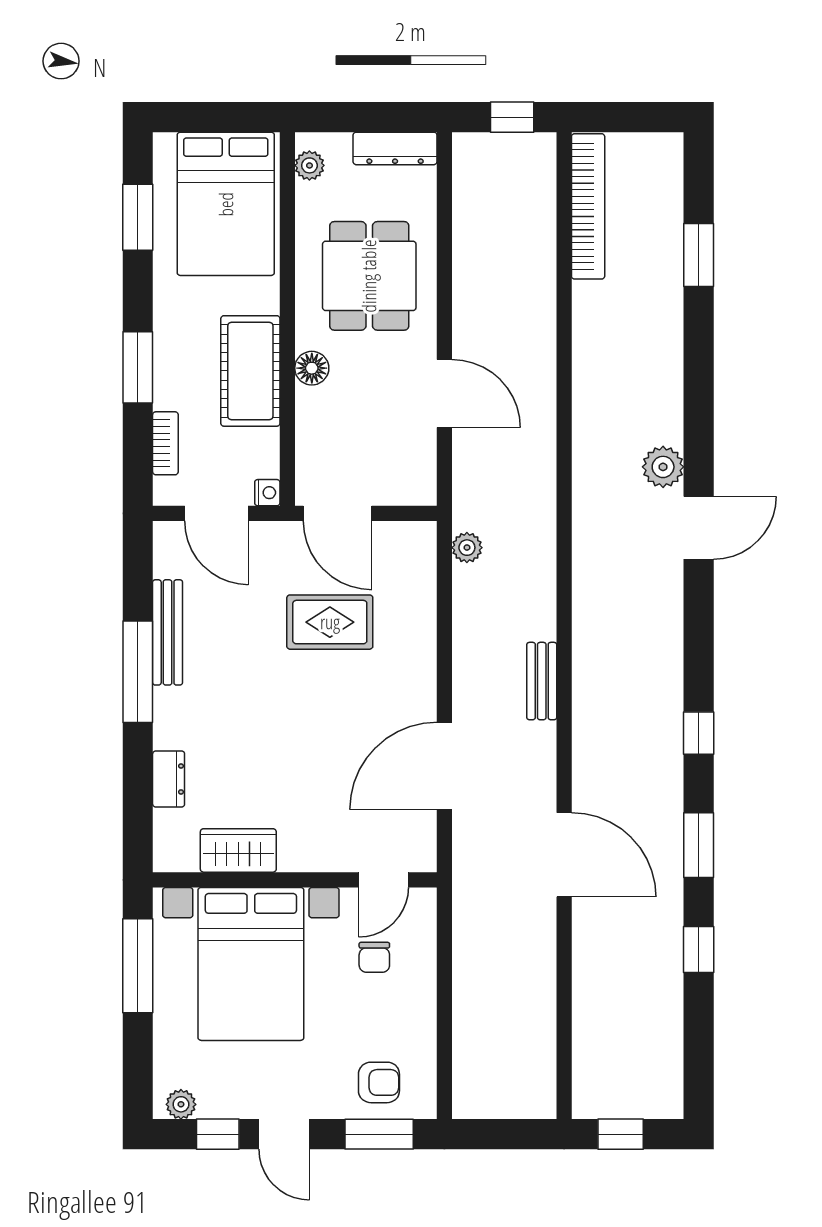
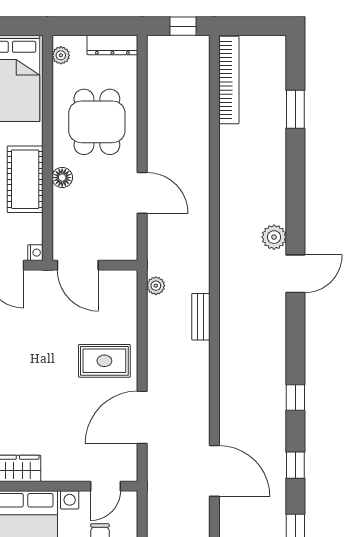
rug: (330, 622) -> (104, 361), moved
bench: (542, 681) -> (201, 317), moved
window: (699, 845) -> (295, 465), width x0.67

